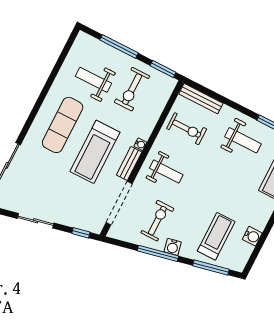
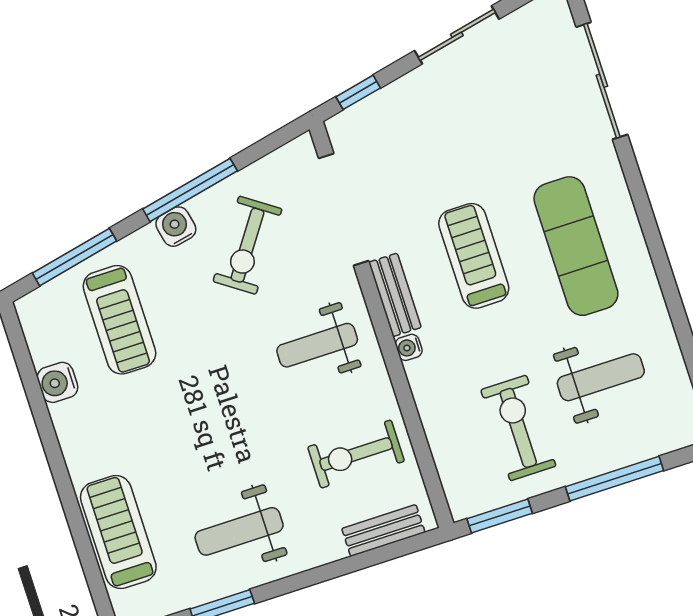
bench: (201, 99) -> (383, 530), width x0.73
treadmill: (95, 152) -> (474, 256), width x0.73, depth x0.73
exercise bike: (157, 221) -> (247, 245), turned 35

